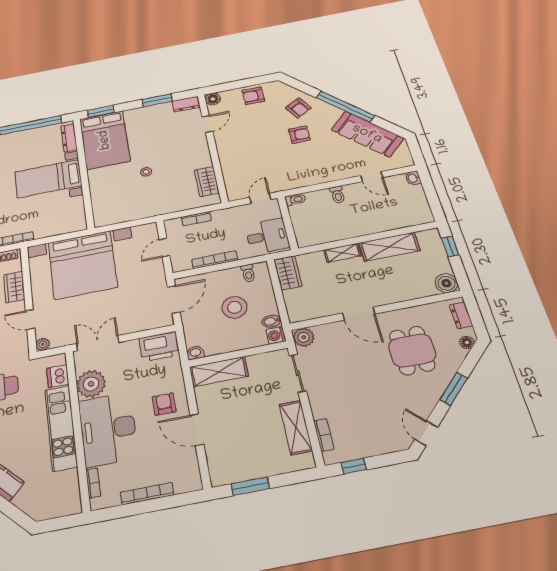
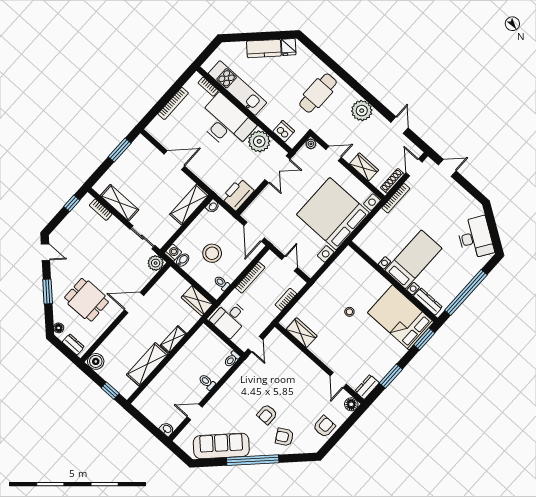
armchair: (164, 404) -> (206, 161), removed
kitchen unit: (61, 428) -> (237, 88), moved

